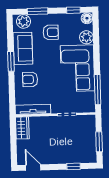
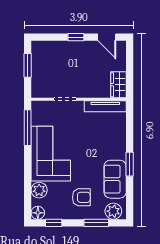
armchair: (51, 32) -> (81, 197), turned 180
armchair: (30, 79) -> (108, 142), removed
window: (74, 166) -> (76, 37), moved

